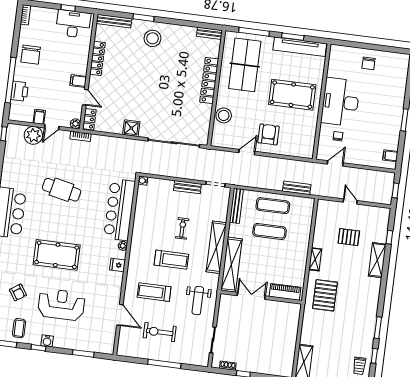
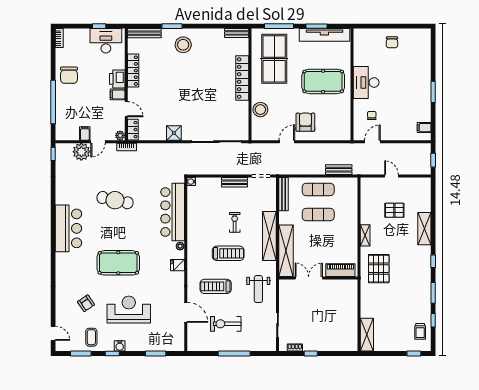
printer: (20, 91) -> (117, 79), moved, turned 180
desk: (340, 102) -> (366, 82), width x0.73, depth x0.77
window: (389, 237) -> (433, 261), moved

